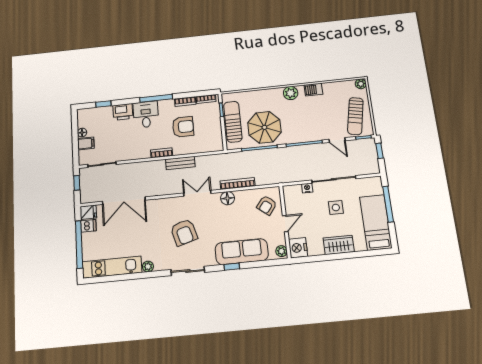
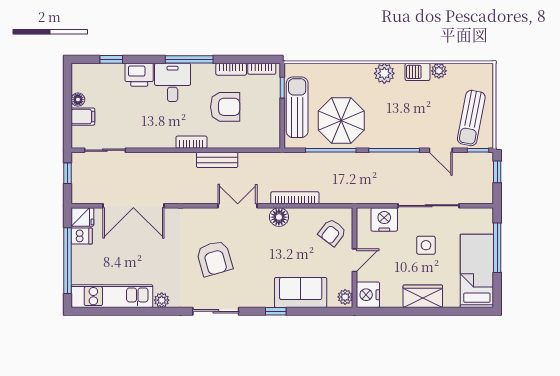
plant: (361, 84) -> (439, 71), moved
nightstand: (307, 188) -> (384, 219), width x1.89, depth x1.79
sofa: (242, 252) -> (301, 292), width x0.73

